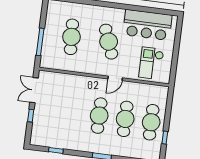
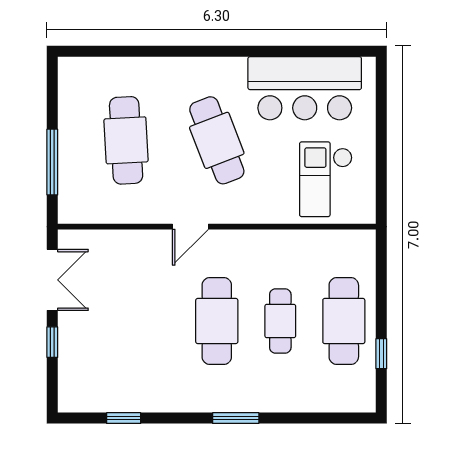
door: (115, 78) -> (190, 227), moved
double door: (34, 90) -> (52, 280), swing flipped
cafe table: (125, 119) -> (280, 321), width x0.73, depth x0.74

